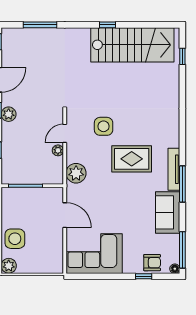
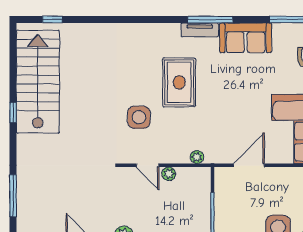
tv unit: (174, 169) -> (200, 30), width x0.71
plant: (76, 173) -> (197, 157), width x0.53, depth x0.53

